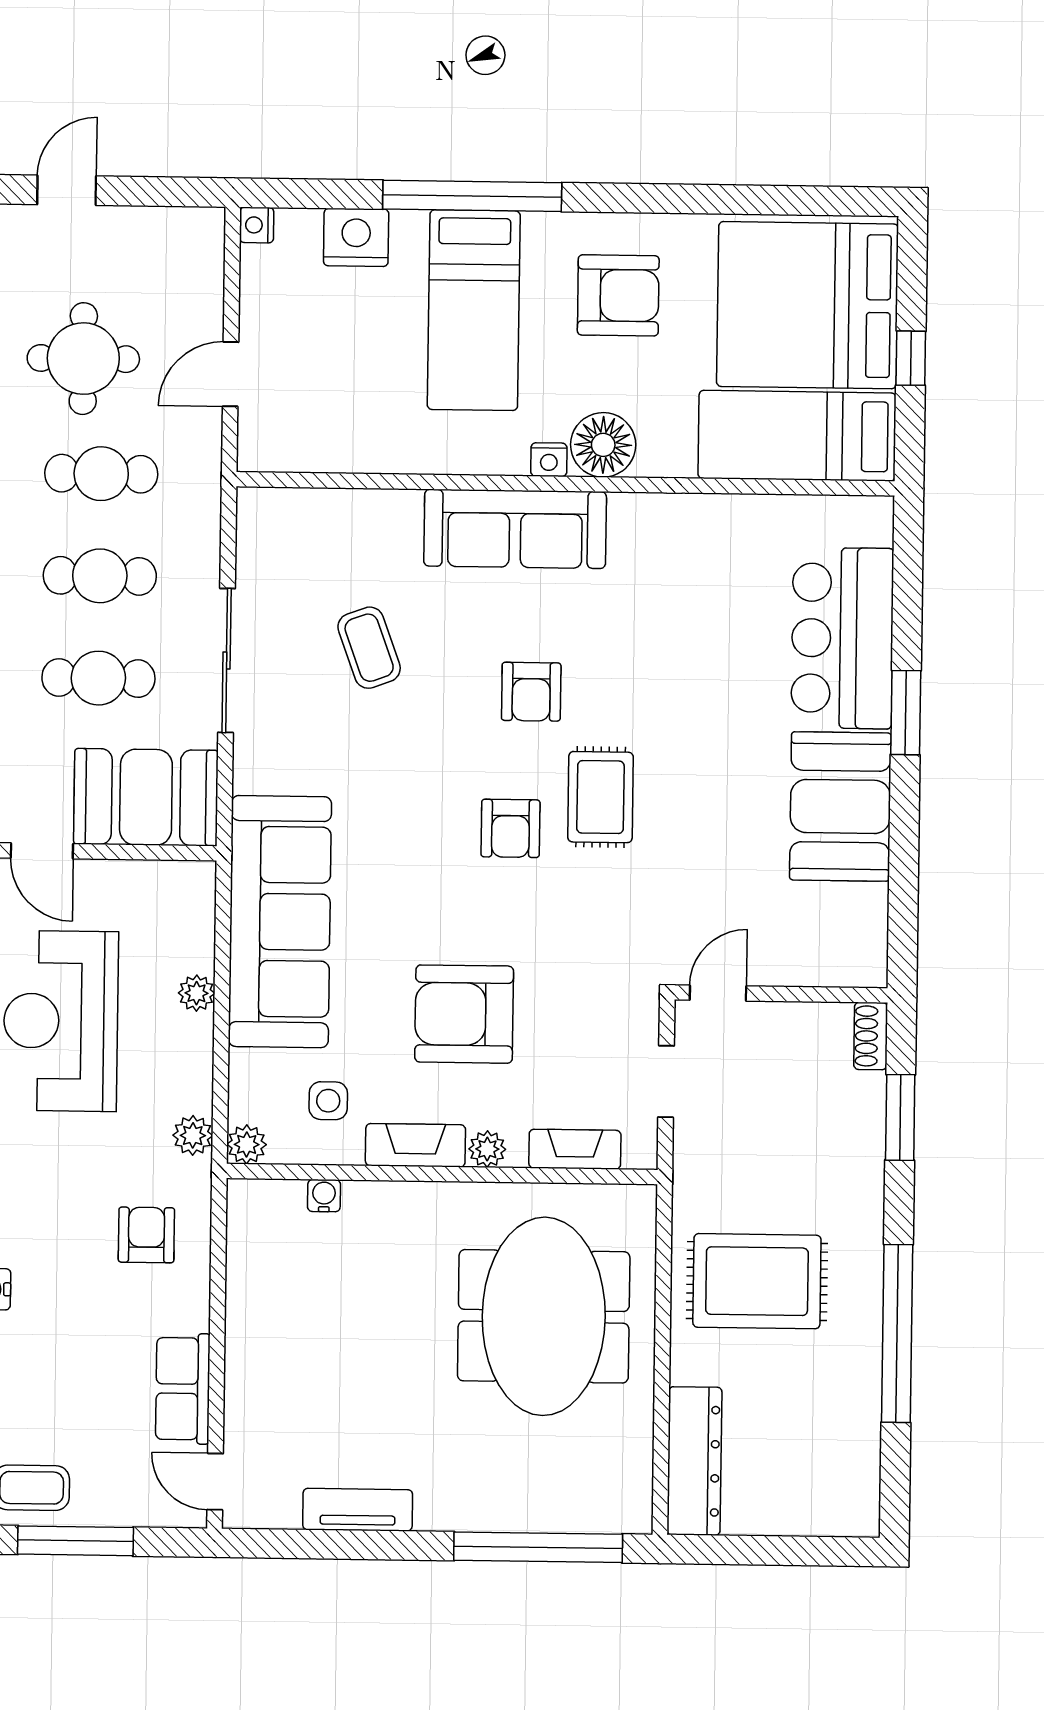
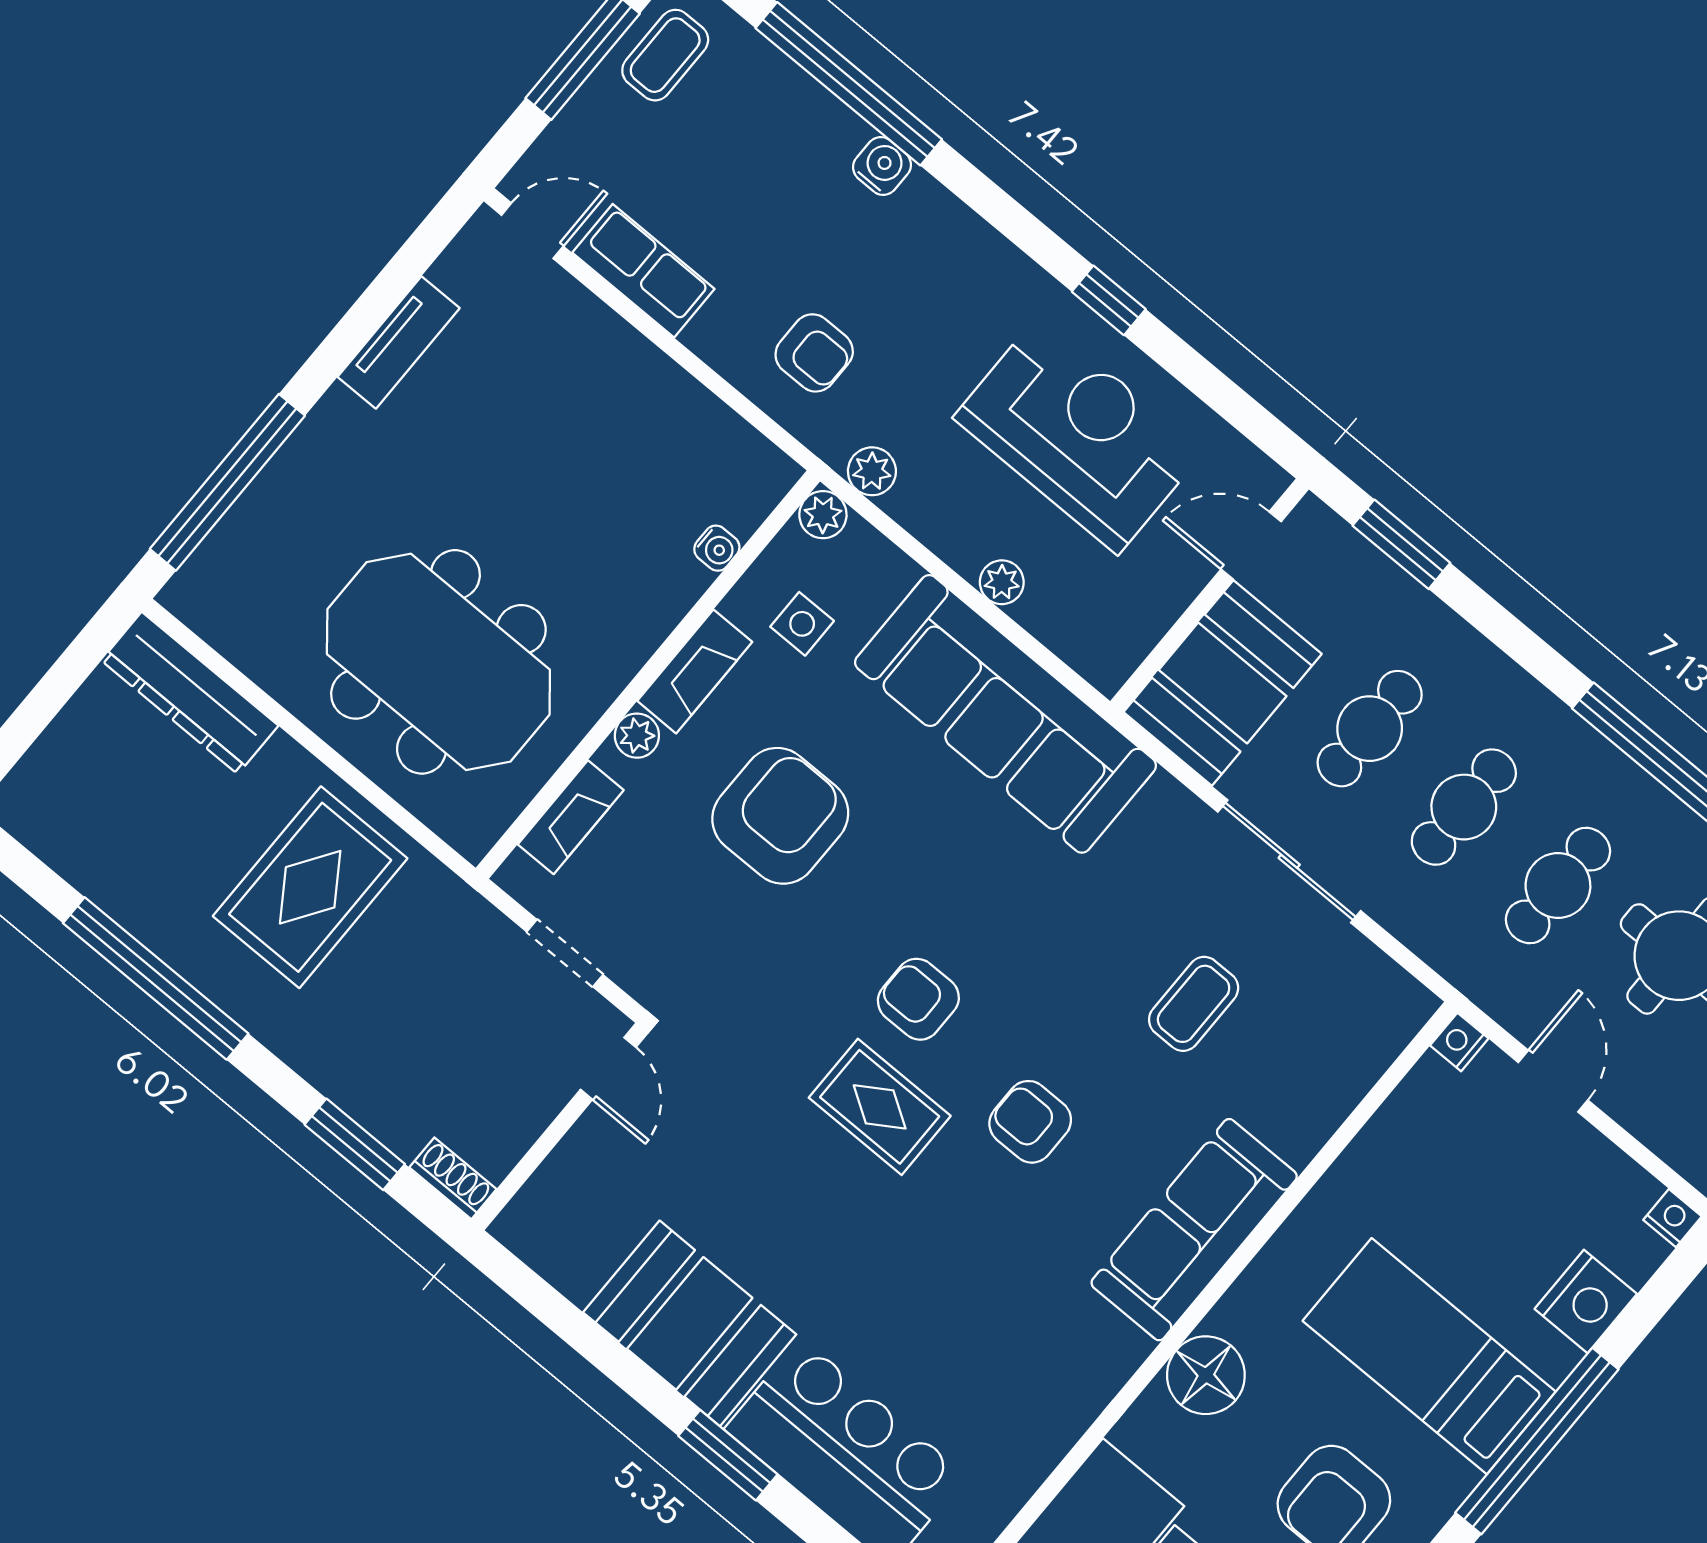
nightstand: (549, 460) -> (1459, 1042), moved
coffee table: (369, 648) -> (1194, 1004), turned -70

